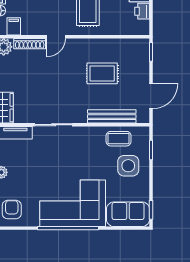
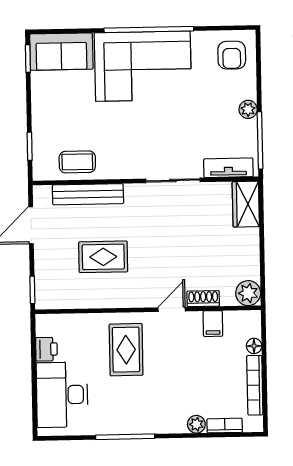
filing cabinet: (14, 26) -> (213, 324), moved
shoe rack: (30, 44) -> (203, 299), width x0.70
side table: (128, 166) -> (62, 123), removed

